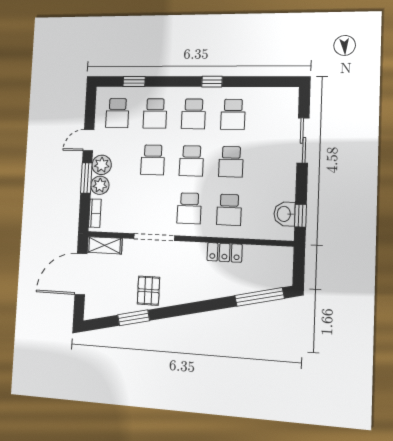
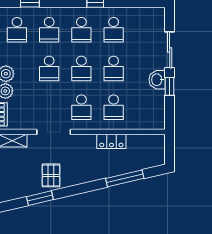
washbasin: (284, 214) -> (157, 80), moved
window: (300, 216) -> (170, 86), moved
window: (259, 297) -> (125, 178), moved

